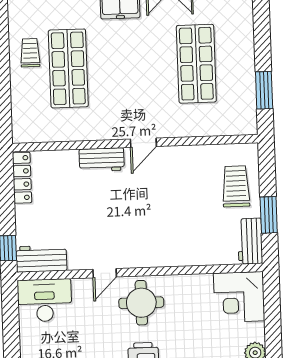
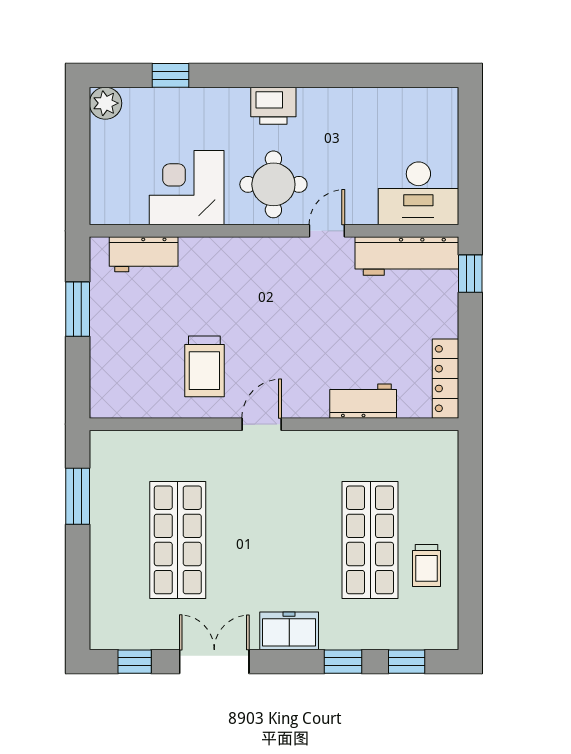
workbench: (102, 160) -> (363, 401), moved
trolley: (236, 186) -> (204, 366), moved
workbench: (250, 241) -> (144, 254), moved, turned 90
workbench: (41, 259) -> (407, 256), width x1.38
corner desk: (239, 297) -> (187, 188), moved, turned -90

